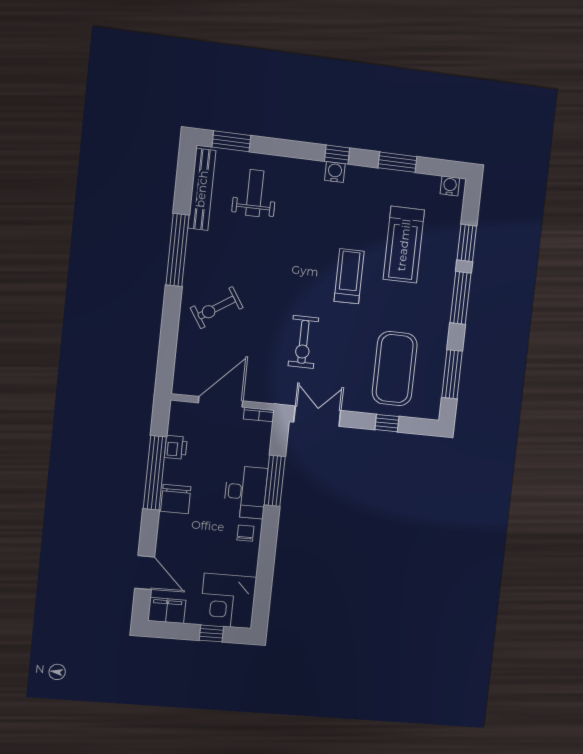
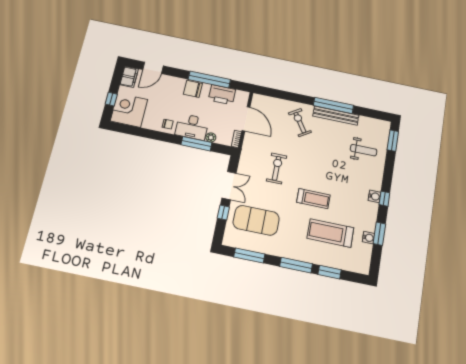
water cooler: (450, 186) -> (368, 238), moved
bench: (202, 189) -> (336, 116), moved
exercise bike: (303, 342) -> (277, 168), turned 90
double door: (317, 416) -> (229, 186), moved
printer: (176, 447) -> (222, 95), width x1.87, depth x1.48
plant: (261, 458) -> (211, 137), added

